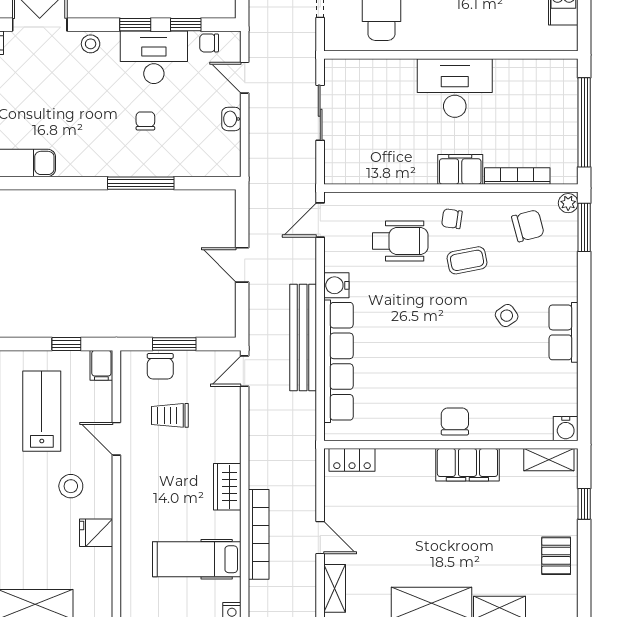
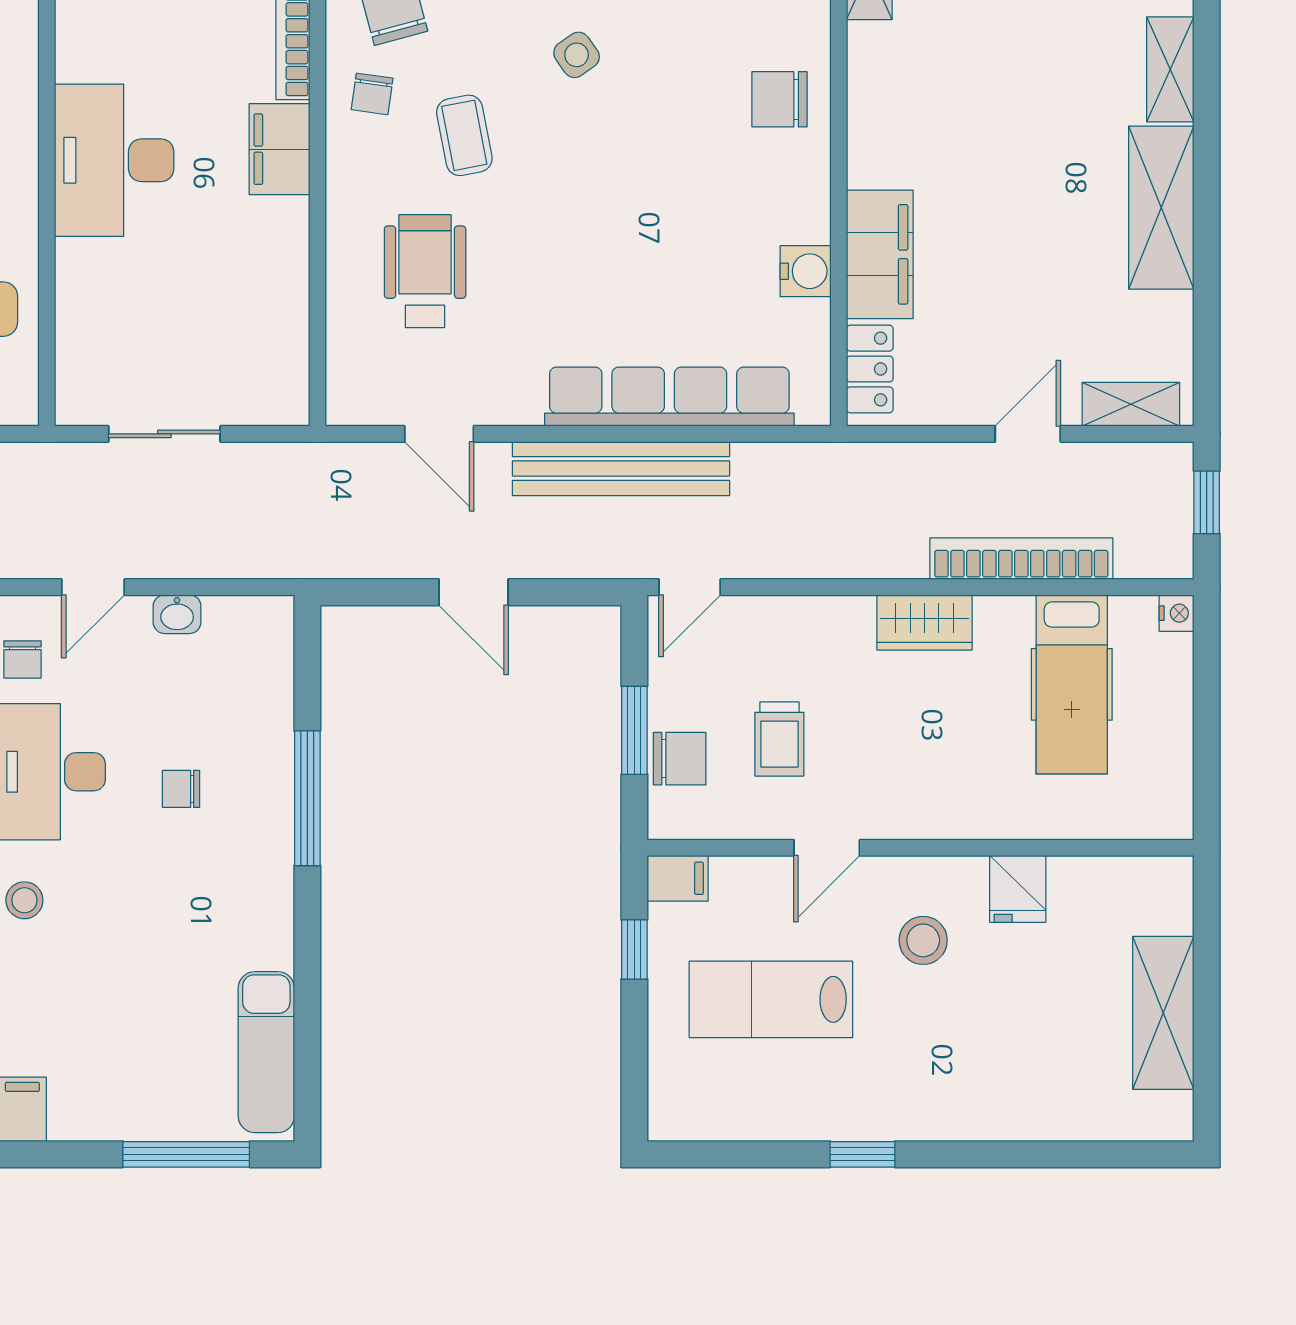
chair: (452, 219) -> (372, 94), moved
door: (320, 220) -> (439, 434), moved
door: (242, 265) -> (474, 592), hinge flipped
water cooler: (336, 285) -> (806, 271), moved, turned -90
door: (245, 371) -> (690, 587), hinge flipped
chair: (455, 421) -> (780, 99), moved
filing cabinet: (467, 465) -> (880, 254), moved

